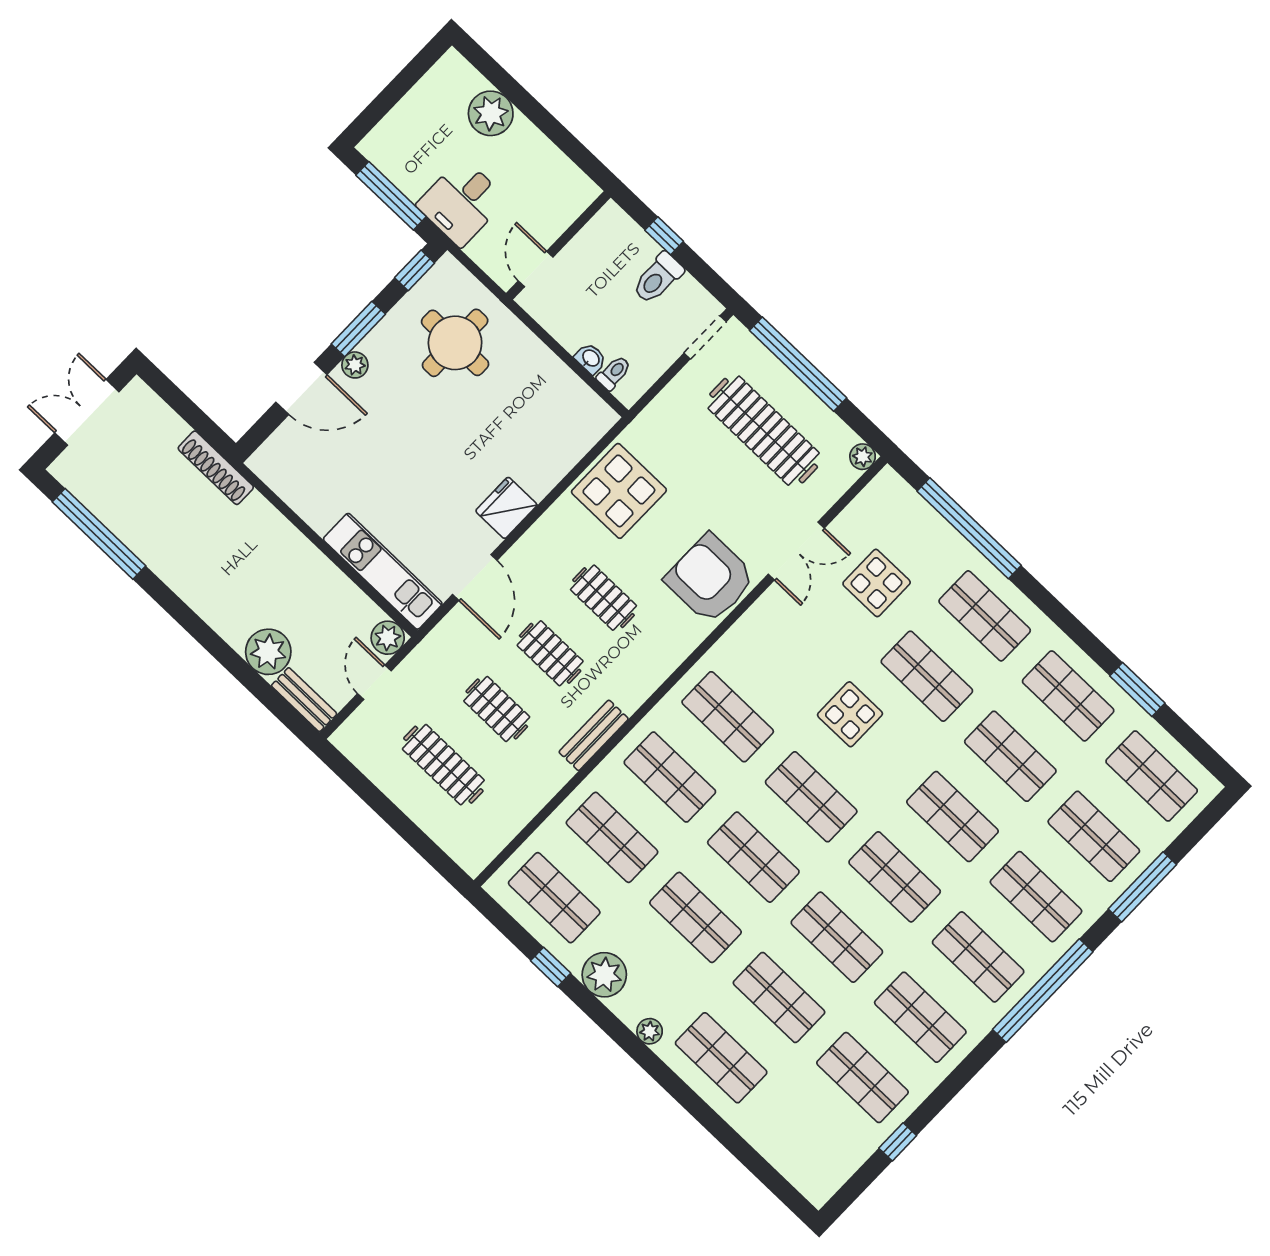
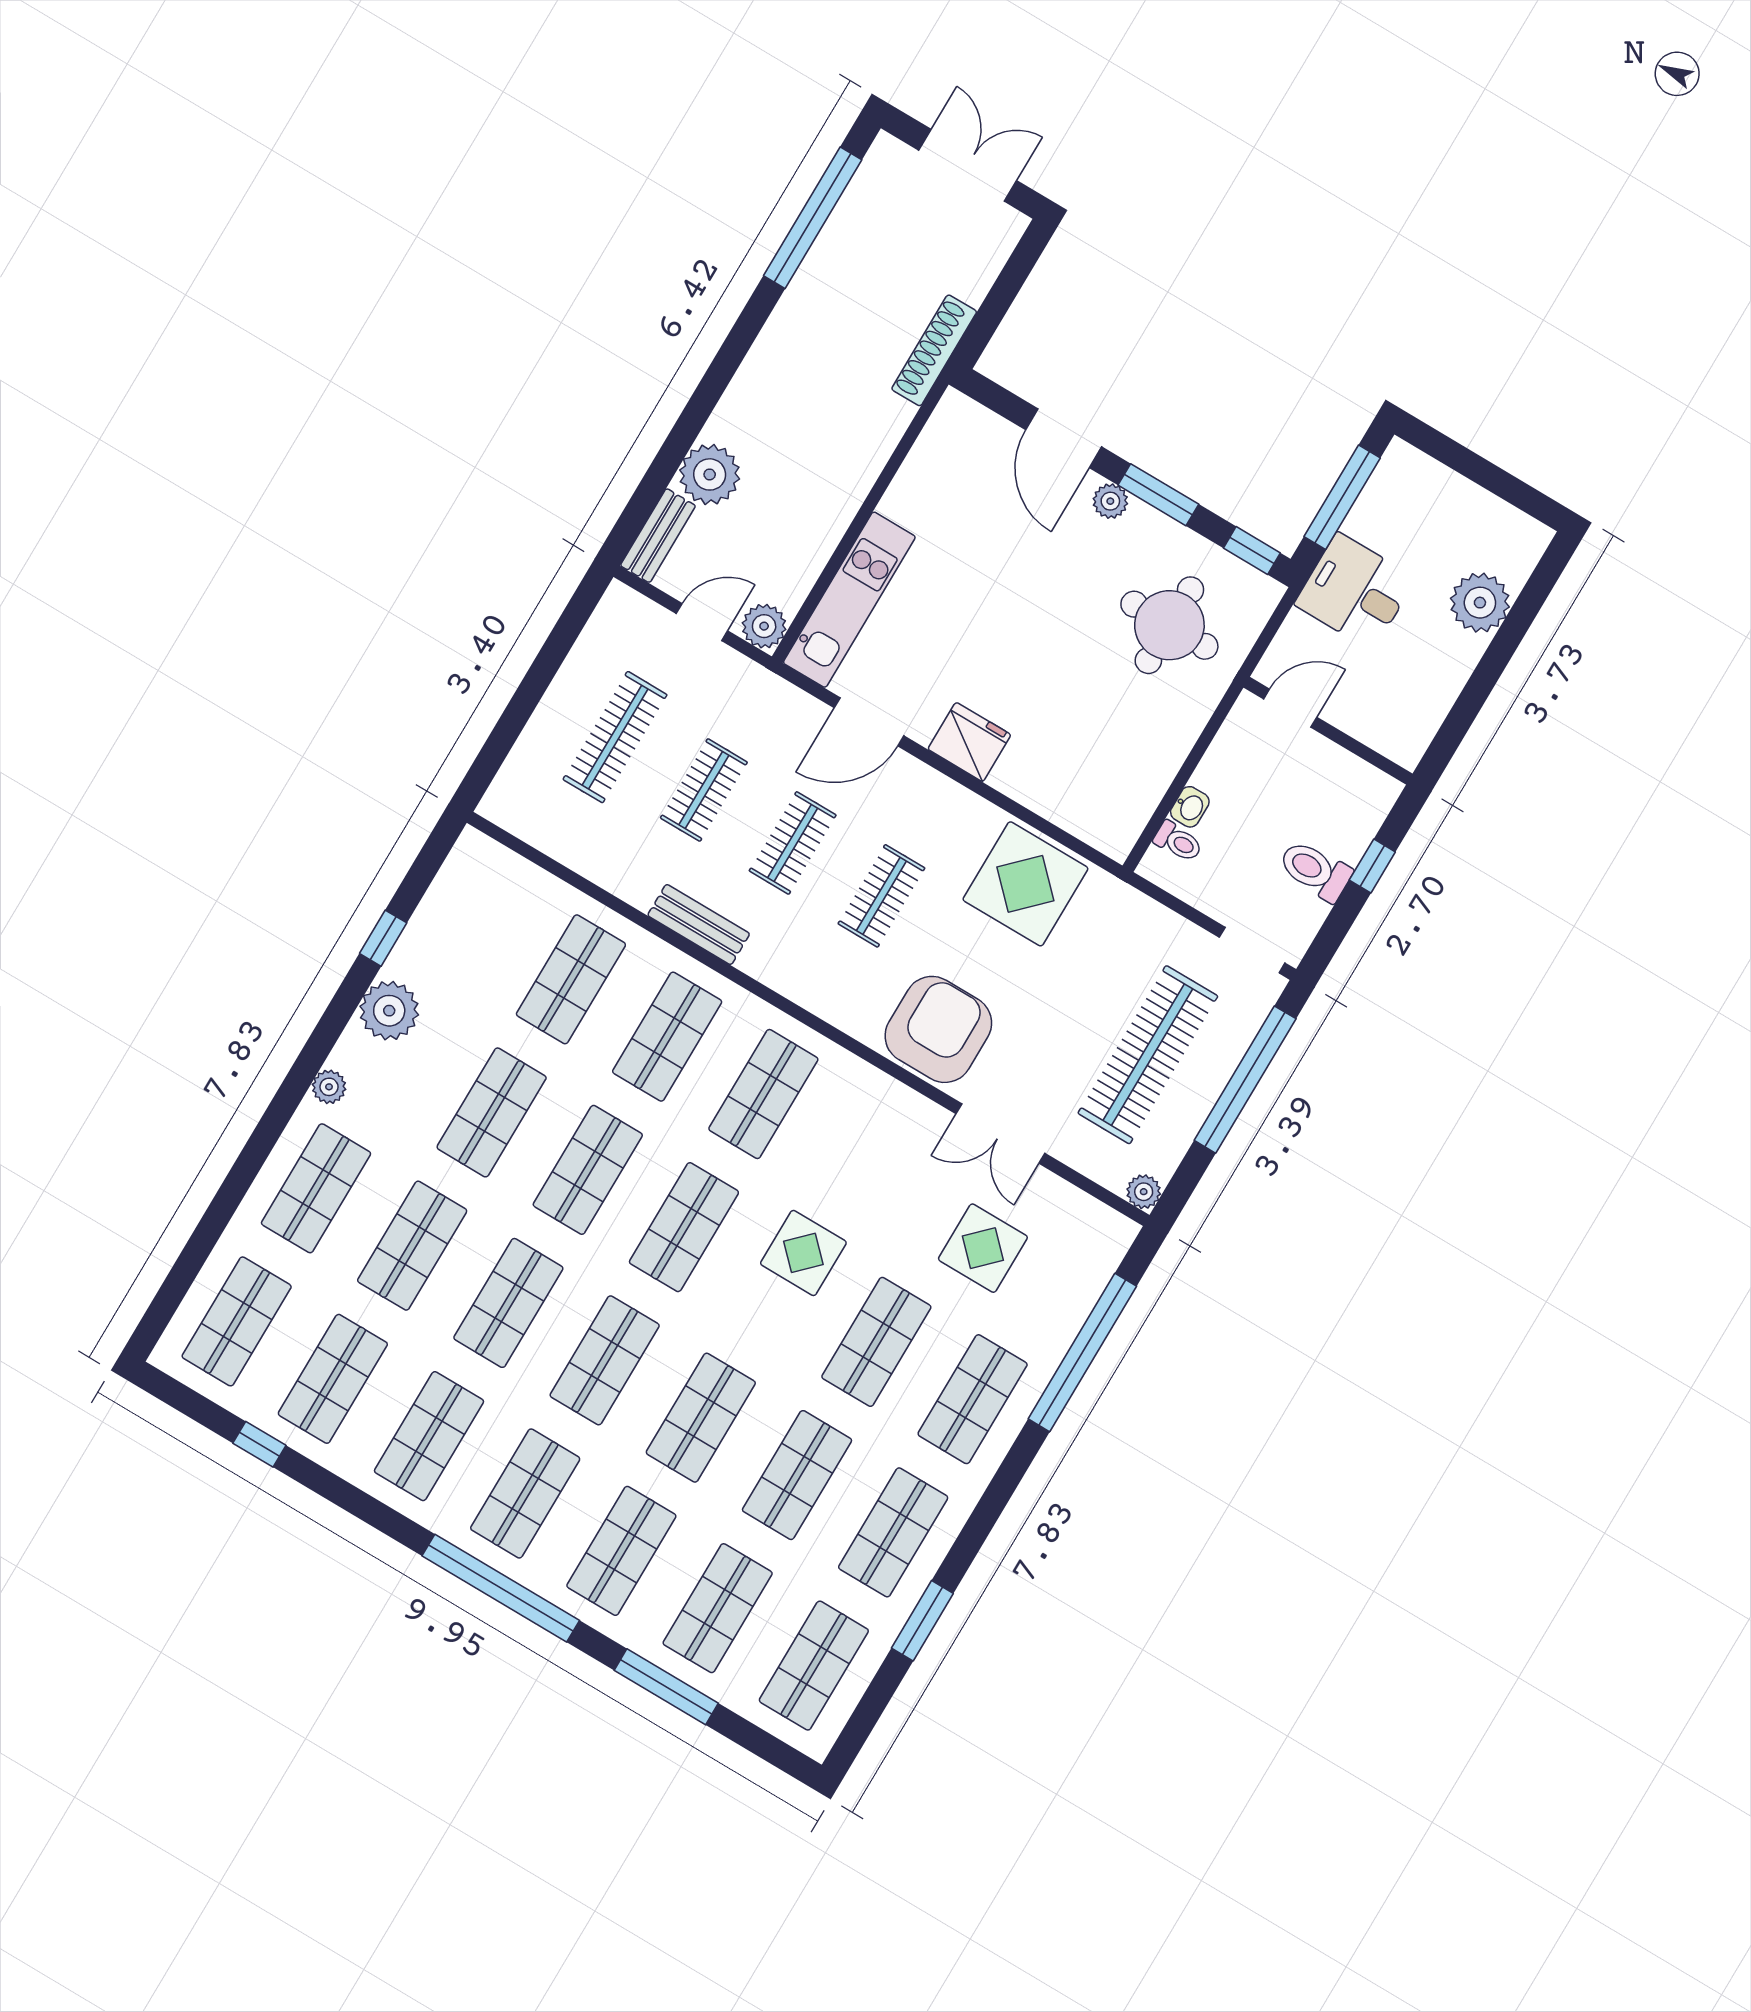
shop shelf: (554, 898) -> (237, 1321), moved

